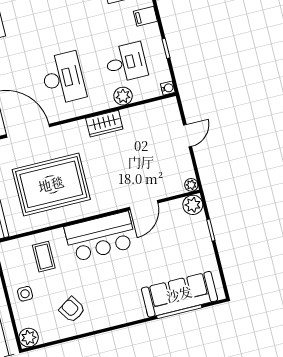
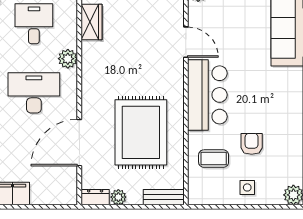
plant: (123, 96) -> (68, 59), moved
wardrobe: (104, 124) -> (92, 22), moved
armchair: (72, 310) -> (252, 144), moved, turned 123

